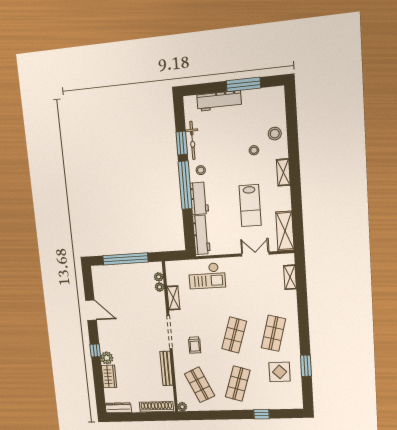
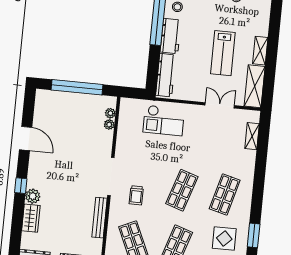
shelving: (283, 172) -> (260, 51), moved
shelving: (173, 298) -> (122, 139), removed

